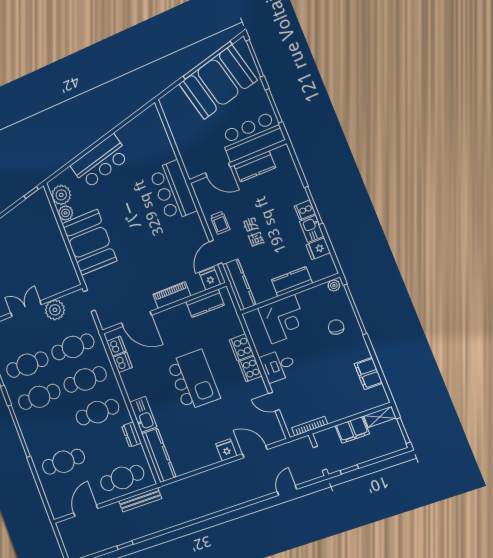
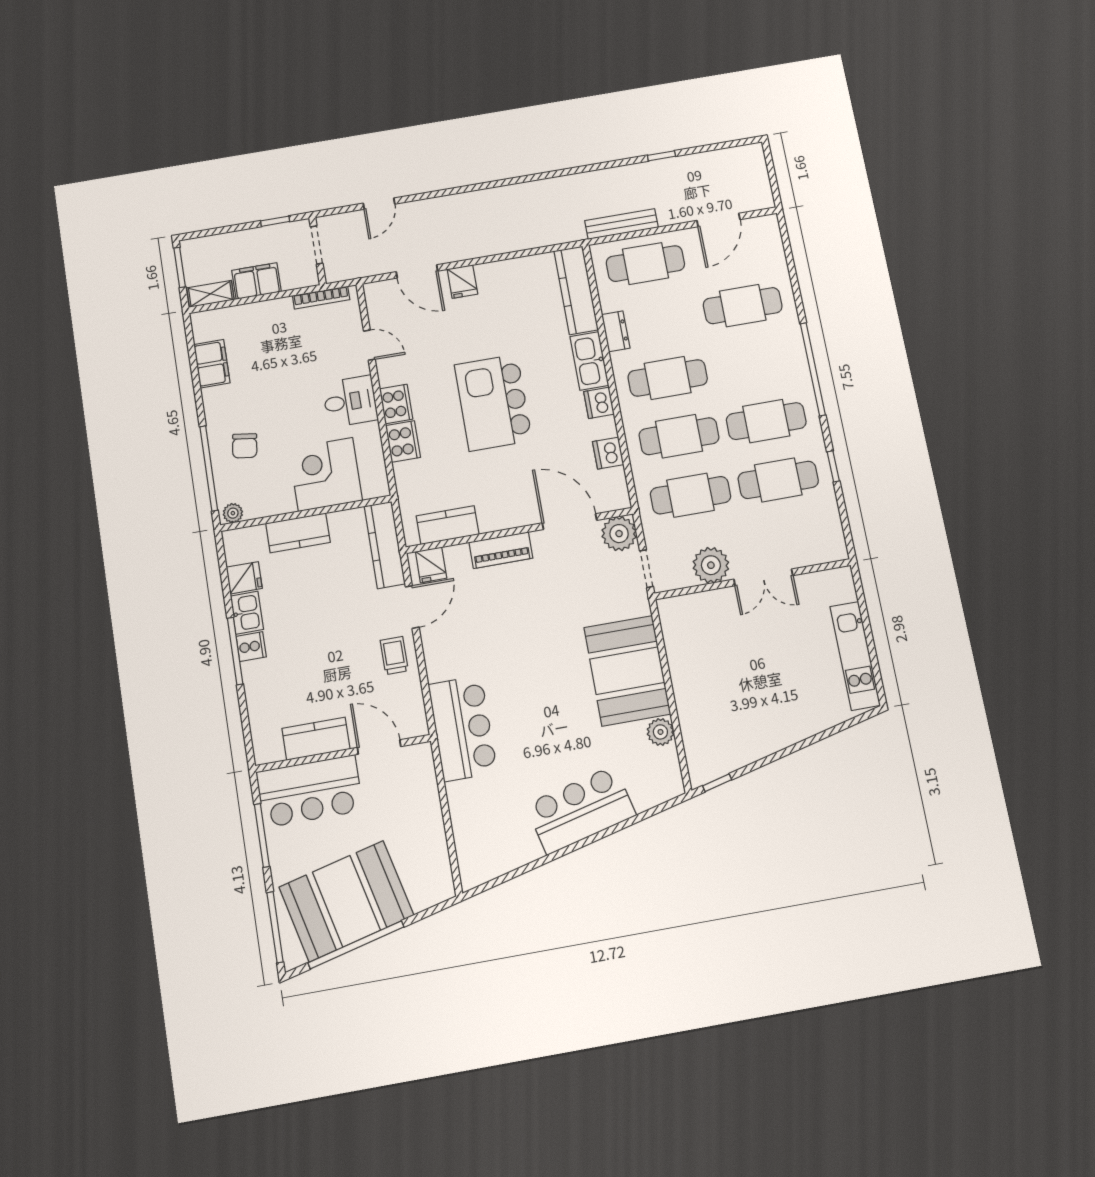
plant: (61, 195) -> (619, 534), moved
dishwasher: (116, 346) -> (599, 403), moved

